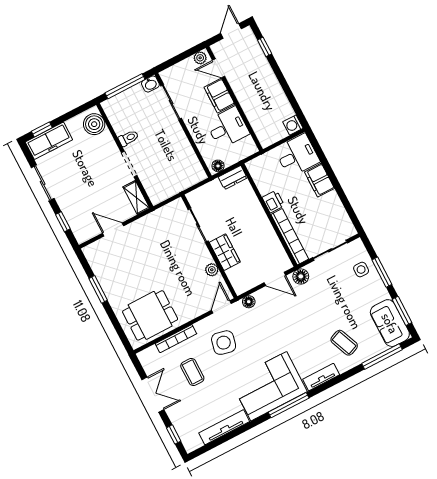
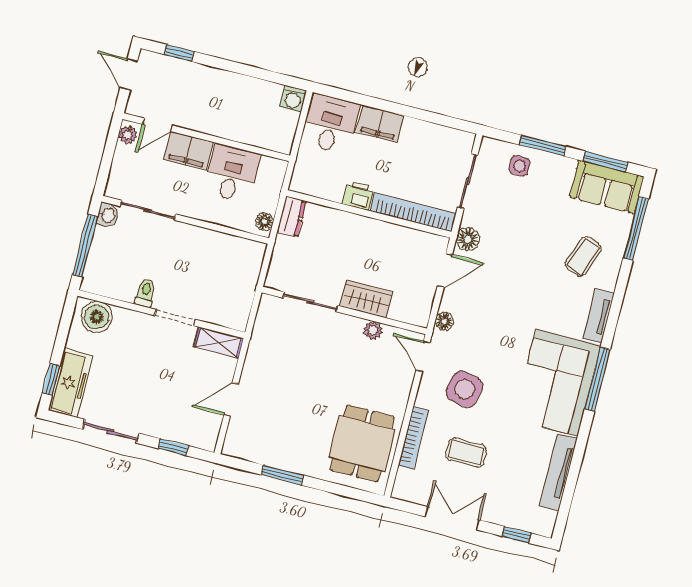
coffee table: (344, 343) -> (583, 257), turned -47

